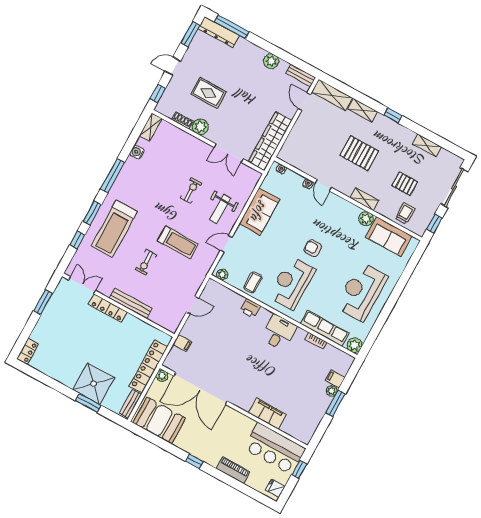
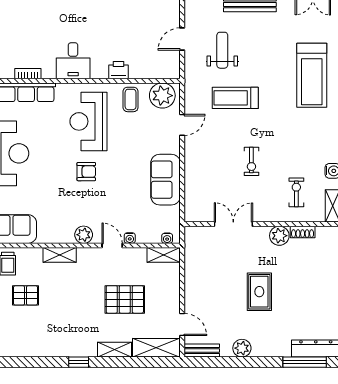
rug: (208, 93) -> (259, 292), moved, turned 90
wardrobe: (270, 141) -> (196, 262), removed
shelving: (427, 146) -> (164, 255), moved
pallet: (359, 153) -> (125, 299), moved
weight bench: (220, 209) -> (222, 50), moved
plant: (366, 219) -> (84, 235), moved
treadmill: (114, 229) -> (312, 75), turned 180
exercise bike: (146, 262) -> (296, 192), moved
plant: (222, 275) -> (162, 96), width x1.87, depth x1.87
reception desk: (292, 283) -> (88, 121), turned 180

